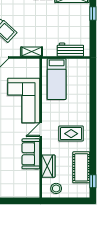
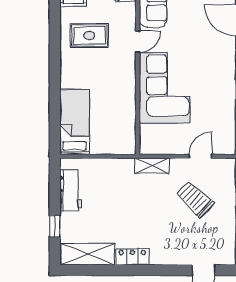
workbench: (70, 50) -> (71, 190), moved, turned -90
bed: (57, 79) -> (75, 122), moved

